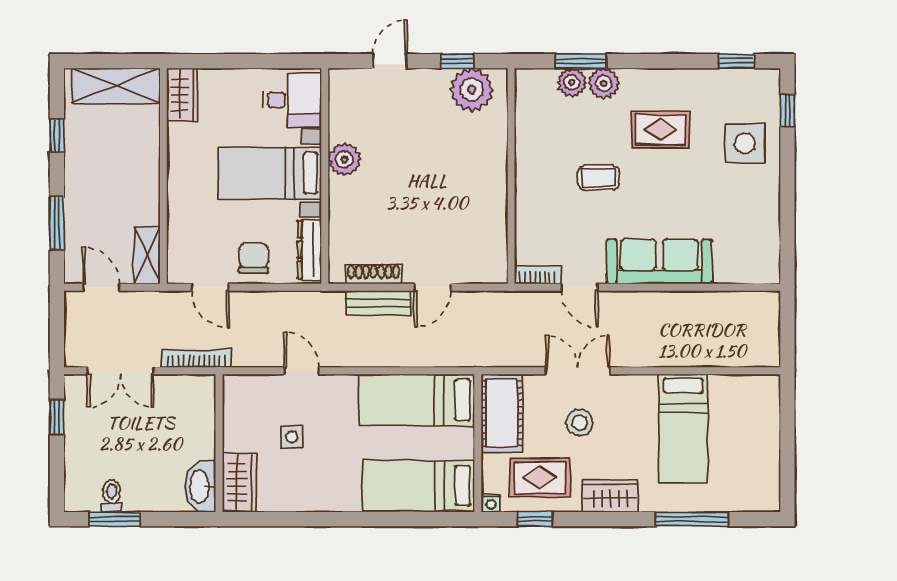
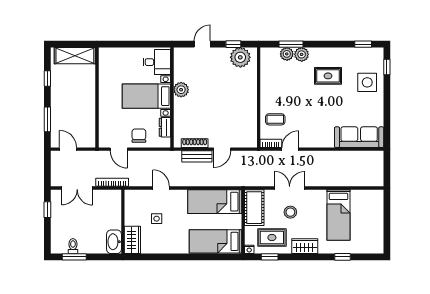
wardrobe: (182, 95) -> (106, 60), removed
coffee table: (599, 178) -> (275, 119), moved
dresser: (309, 249) -> (165, 127), width x0.70
shelving: (147, 255) -> (89, 134), removed
sofa: (659, 261) -> (359, 137), moved
door: (580, 287) -> (290, 149), swing flipped
window: (692, 519) -> (342, 257), width x0.46

